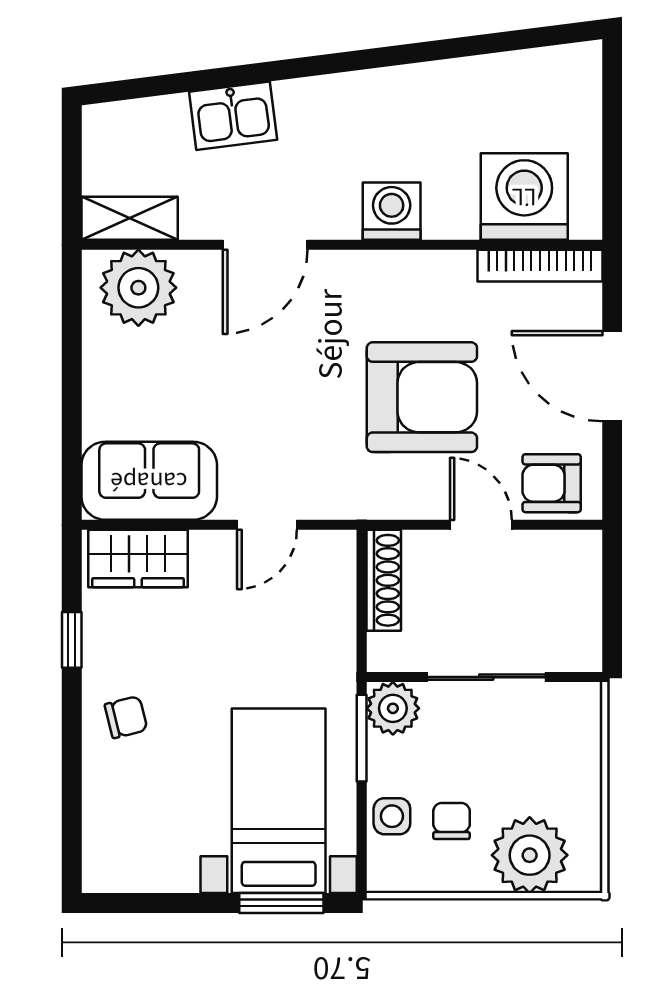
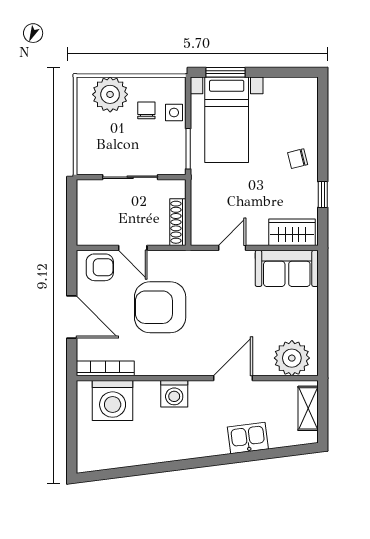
shelving: (130, 218) -> (308, 408), moved, turned 90
plant: (393, 708) -> (174, 163), removed
chair: (452, 821) -> (146, 110), turned 180

